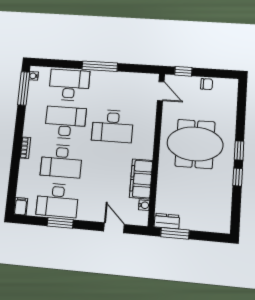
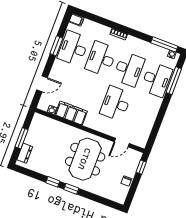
window: (100, 66) -> (174, 81), moved
door: (161, 91) -> (122, 143), moved
dresser: (167, 221) -> (25, 153), moved
window: (175, 233) -> (21, 138), moved

